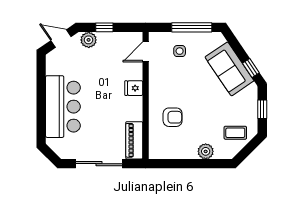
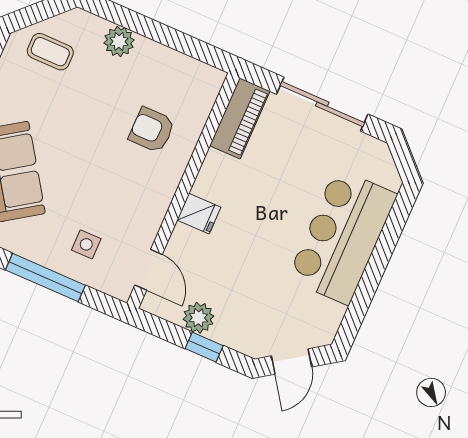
door: (61, 39) -> (292, 361), hinge flipped
plant: (89, 40) -> (198, 318), moved
door: (146, 52) -> (149, 270), hinge flipped

